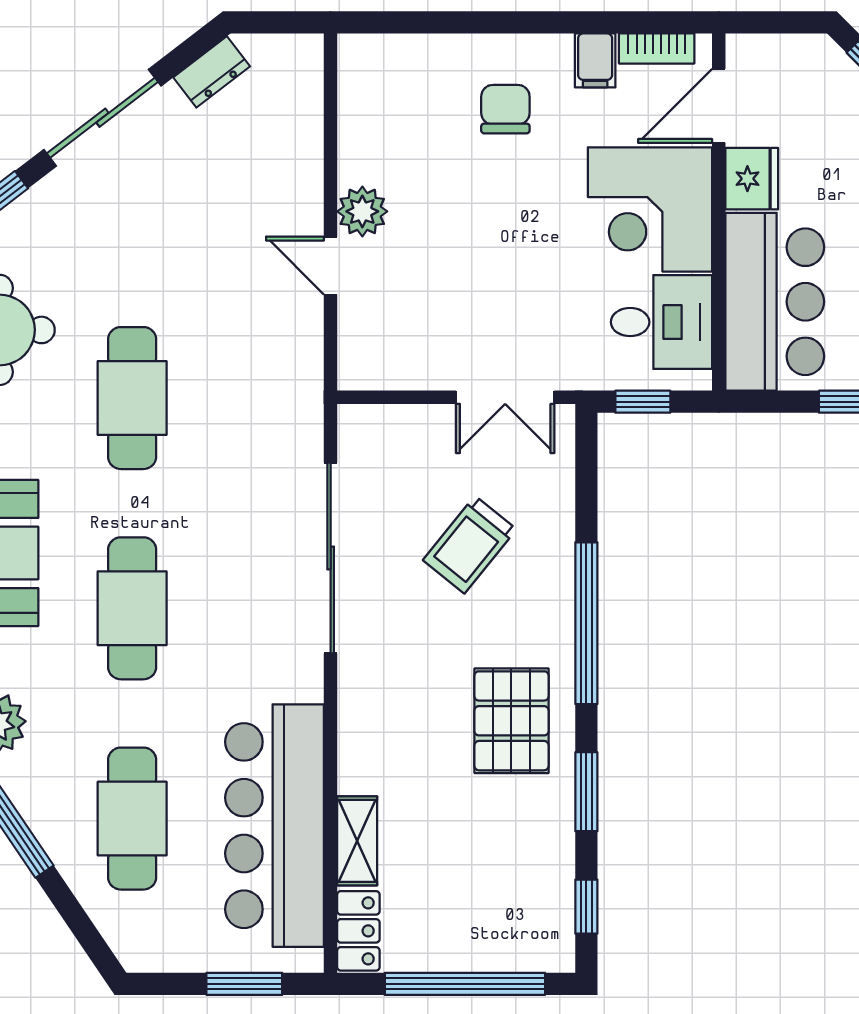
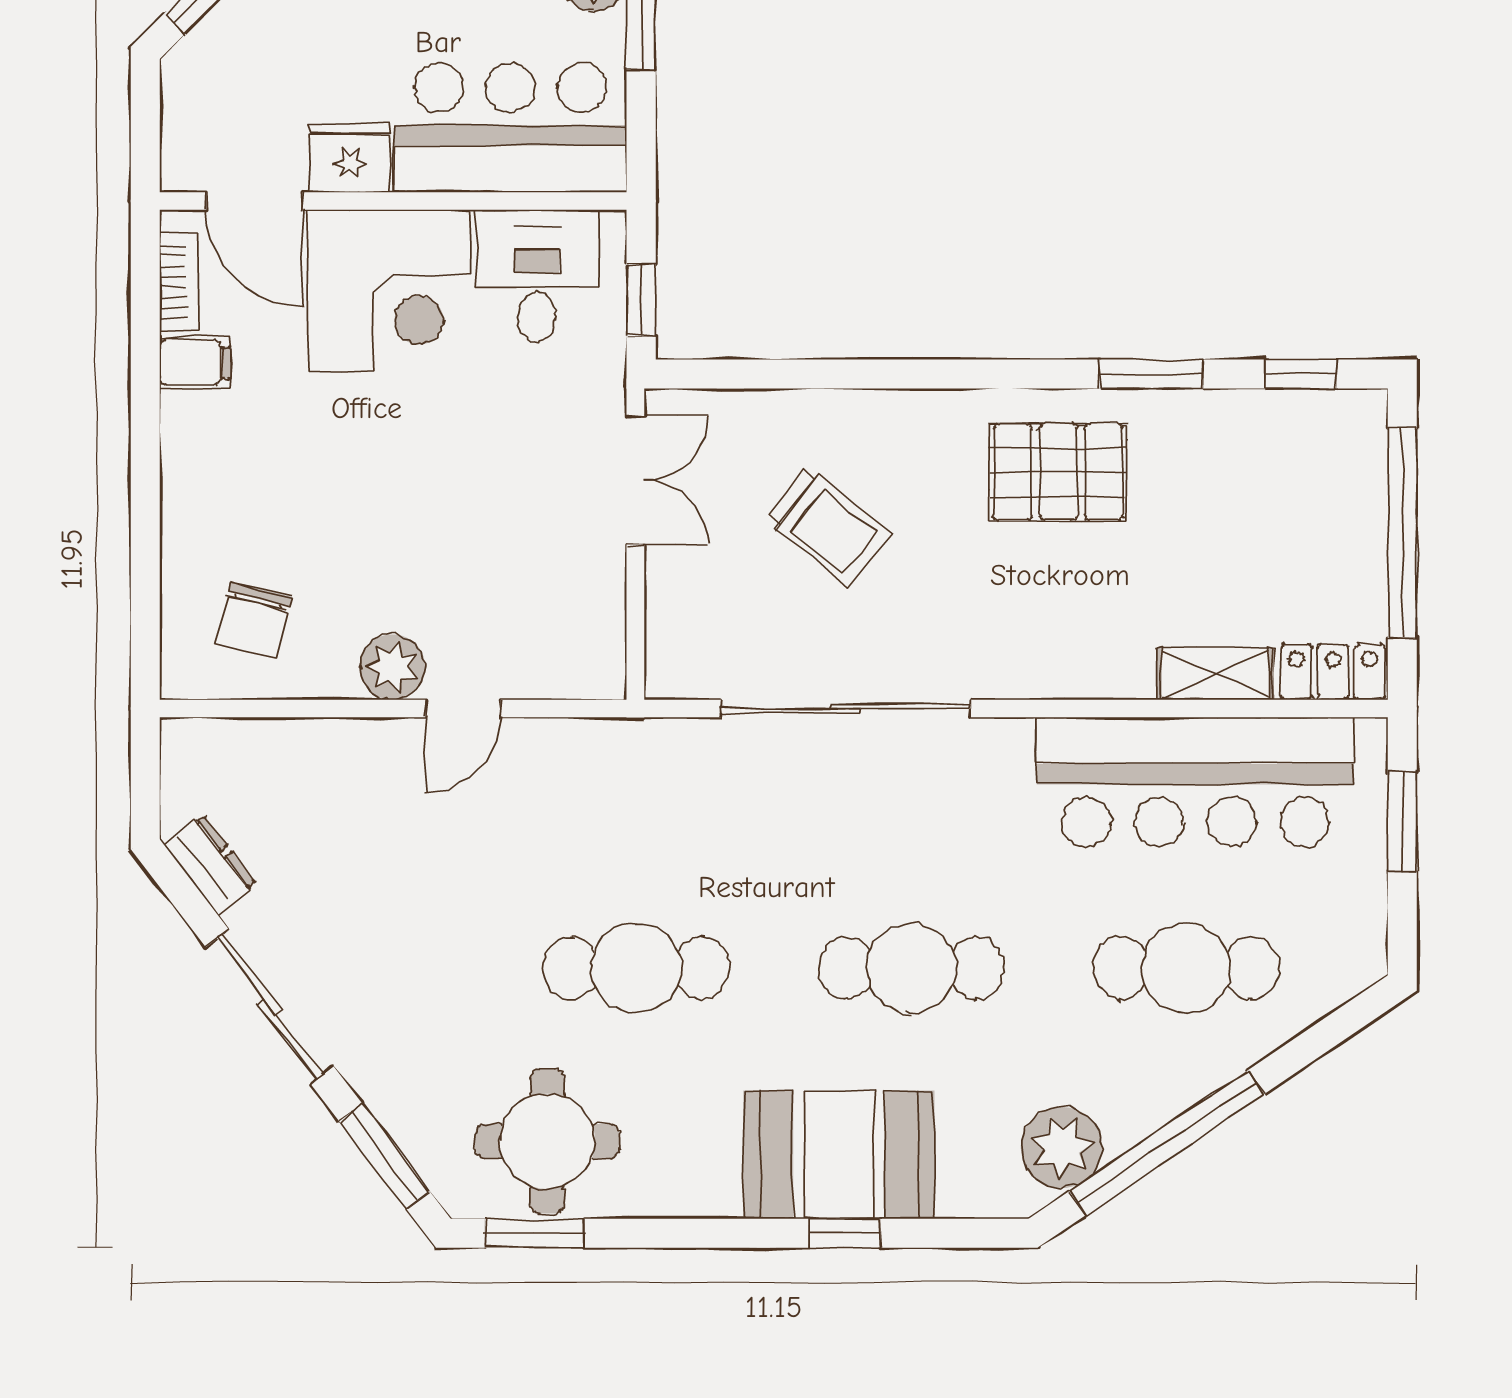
chair: (505, 109) -> (253, 620), moved, turned -76
window: (586, 623) -> (931, 374), removed

